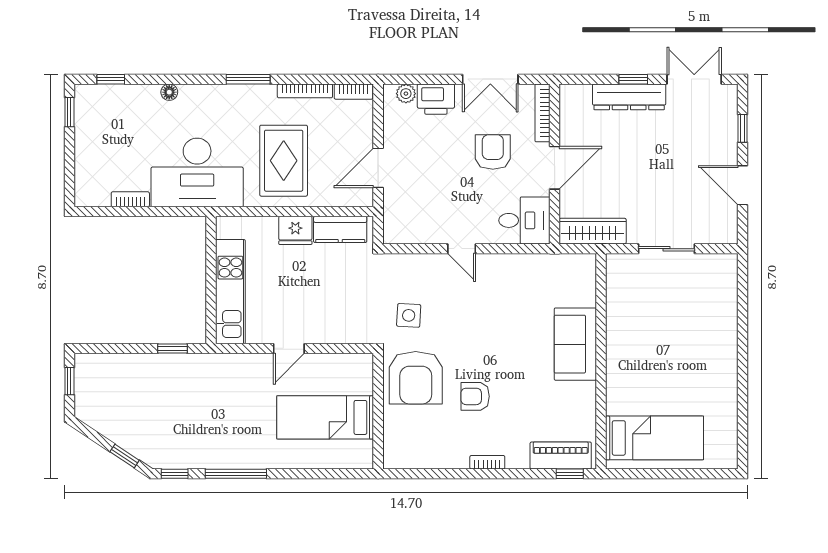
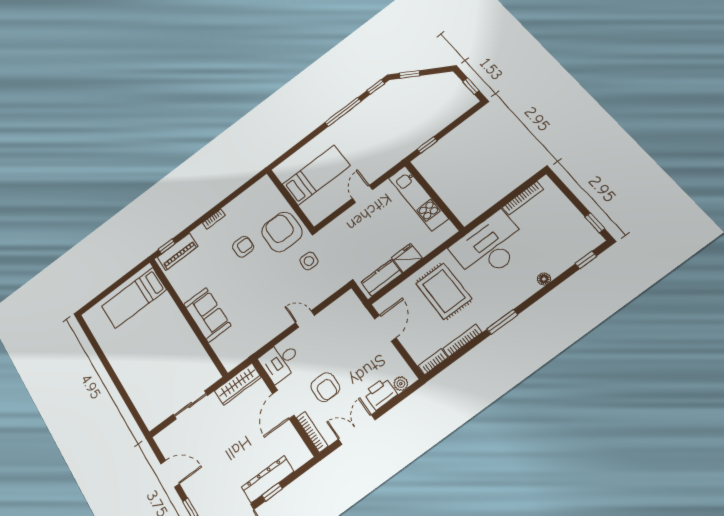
bookcase: (130, 199) -> (523, 198), width x1.56

